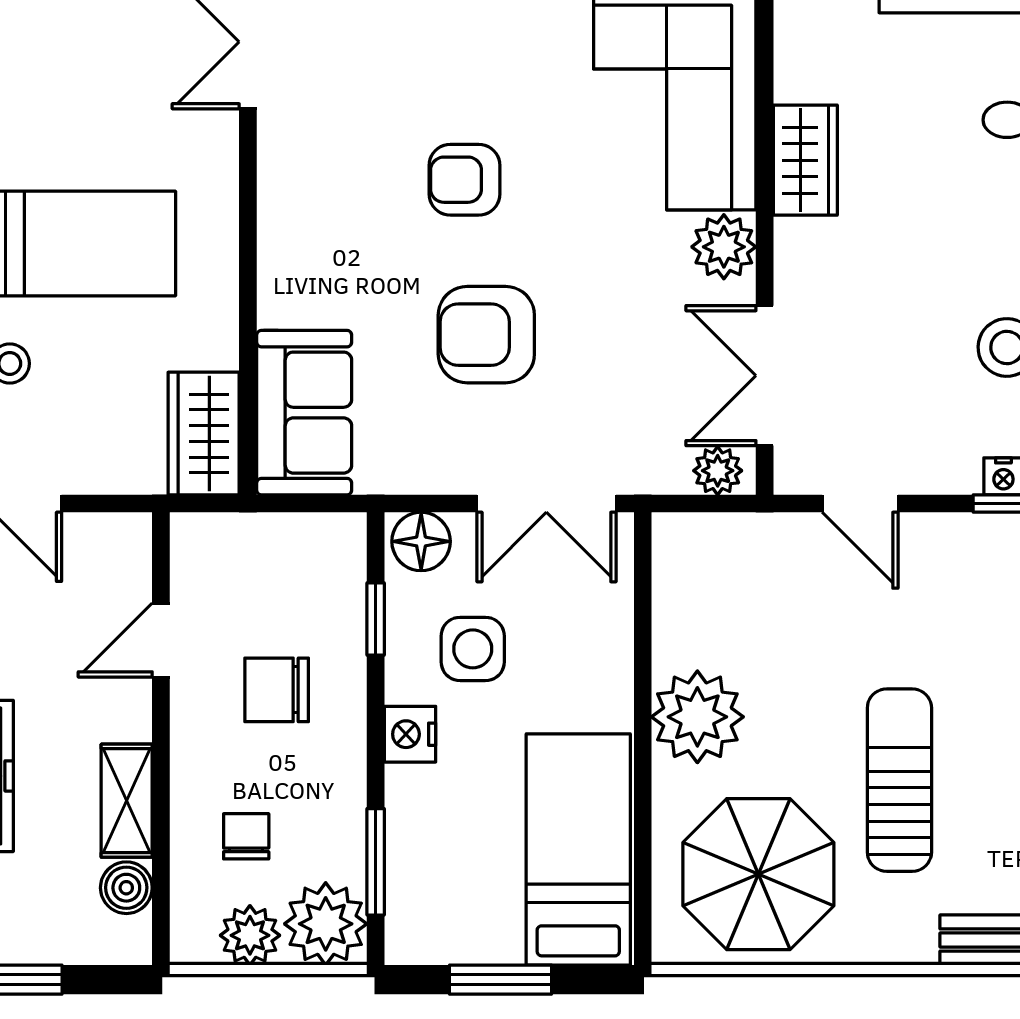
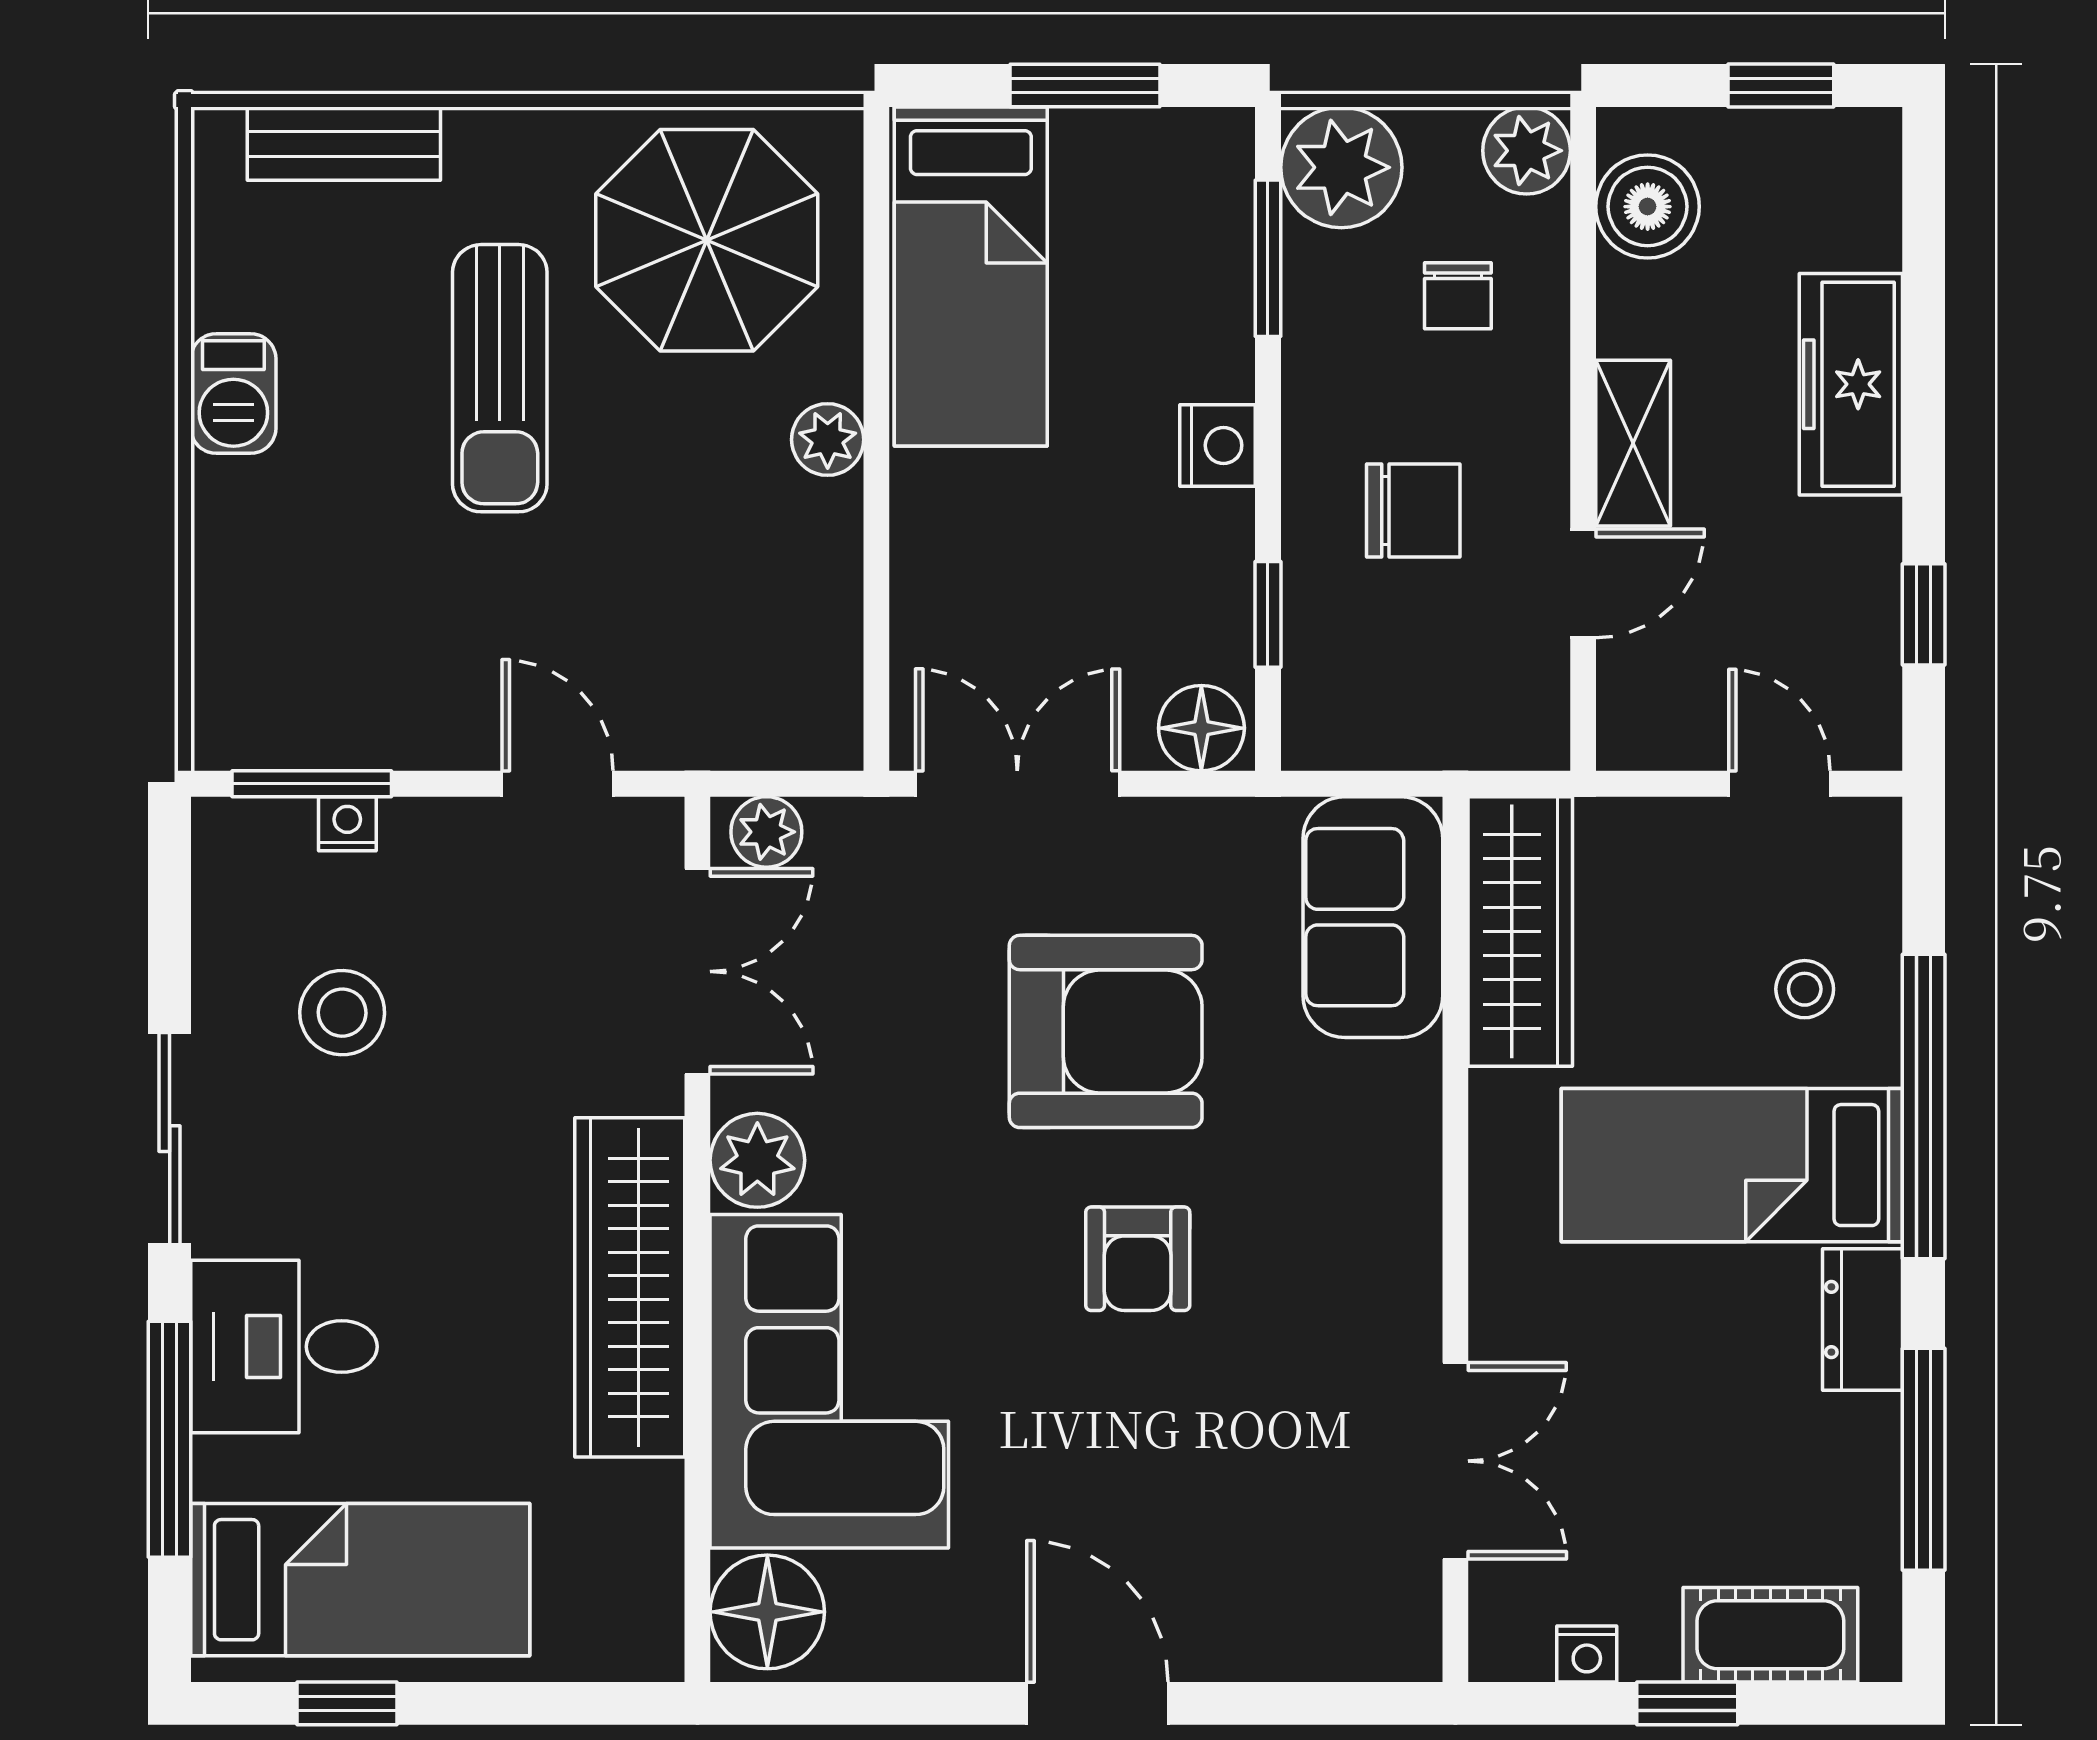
wardrobe: (805, 160) -> (630, 1287), width x2.10, depth x1.17
armchair: (465, 180) -> (1138, 1259), turned 90
armchair: (486, 335) -> (1106, 1031), width x1.36, depth x1.36
wardrobe: (204, 434) -> (1520, 931), width x1.50
side table: (473, 649) -> (1126, 571), removed
plant: (697, 717) -> (828, 440), width x0.53, depth x0.53
shelving: (127, 801) -> (1633, 443), moved
boiler: (126, 888) -> (1648, 207), width x1.36, depth x1.36
plant: (250, 935) -> (1527, 151), moved

